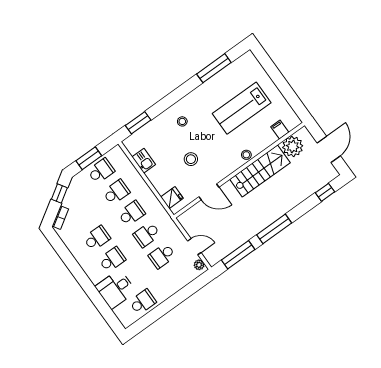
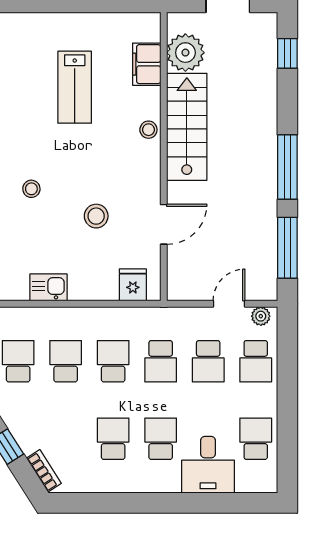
lab bench: (242, 108) -> (75, 87), width x0.73, depth x0.72
filing cabinet: (280, 130) -> (147, 64), width x2.00
school desk: (177, 277) -> (256, 361), added

